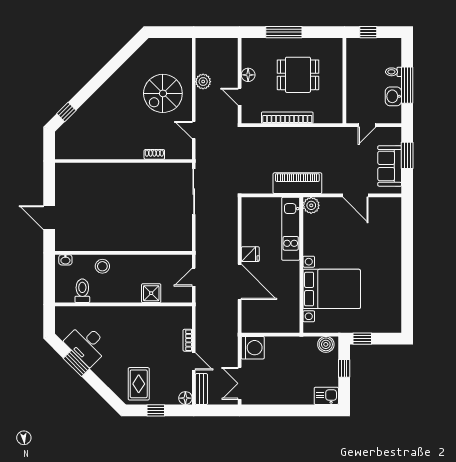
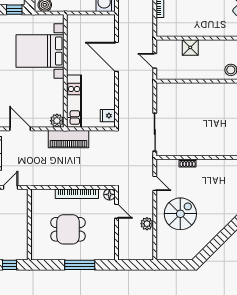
floor lamp: (248, 75) -> (109, 194), moved
fridge: (250, 254) -> (108, 116), moved
door: (194, 277) -> (155, 61), swing flipped

